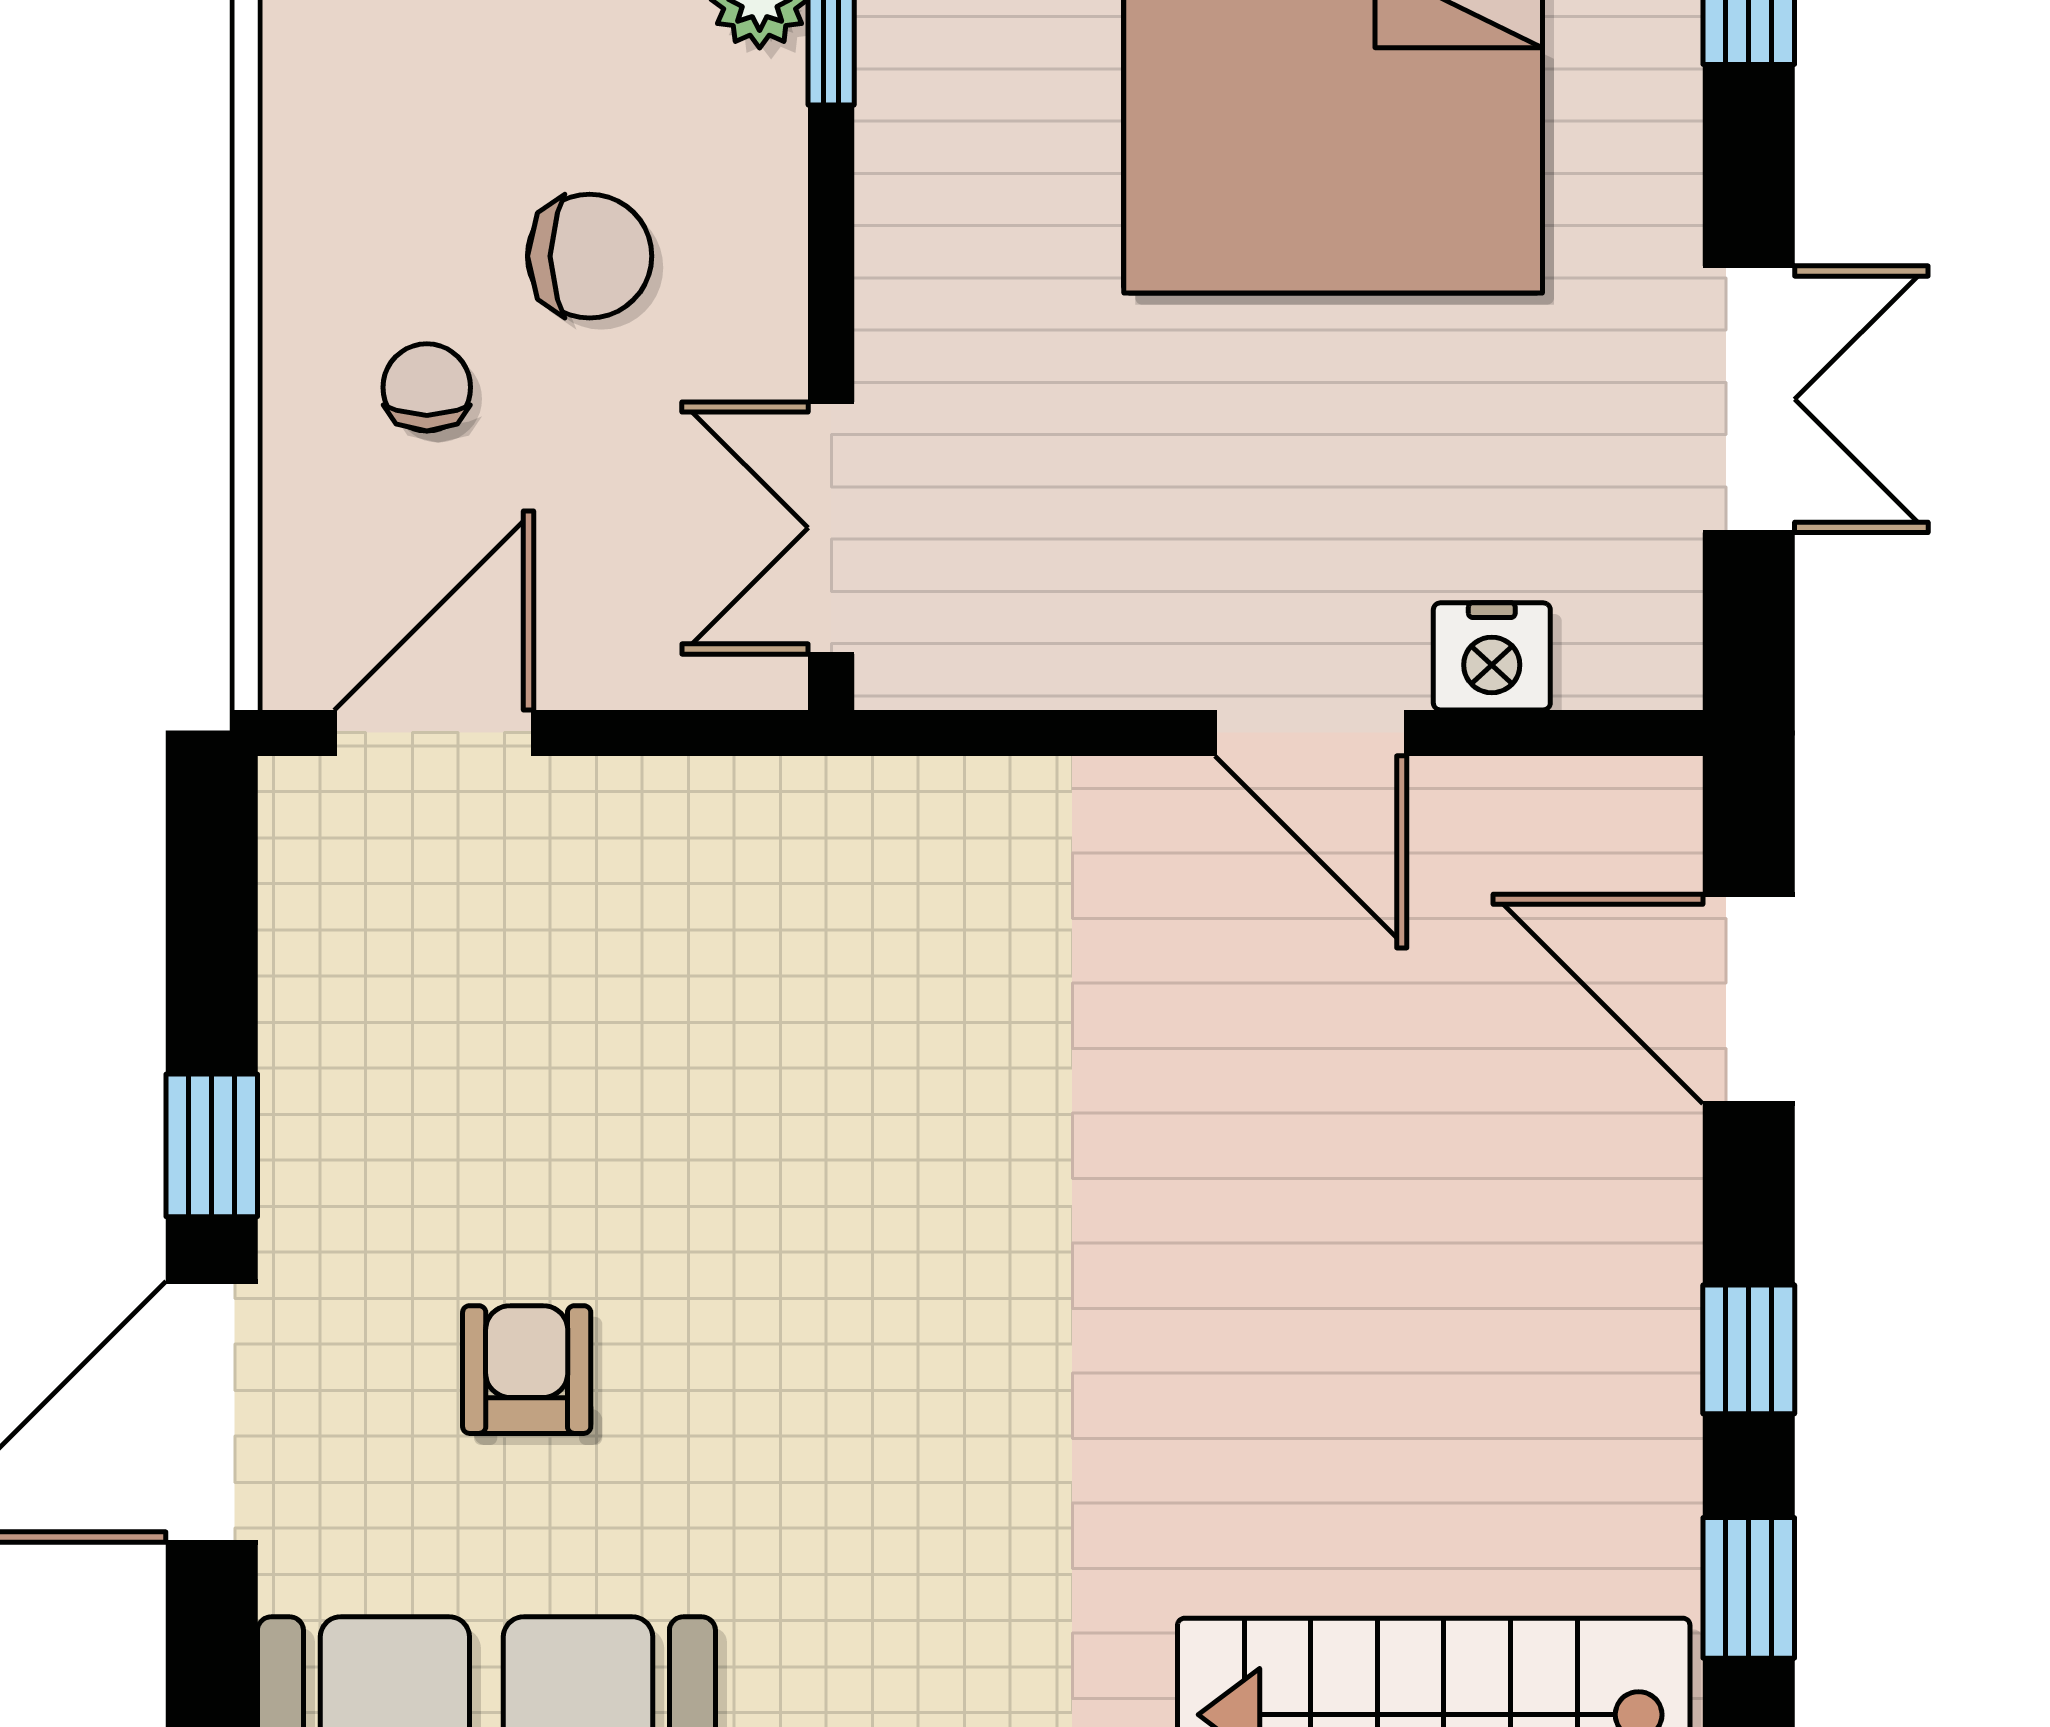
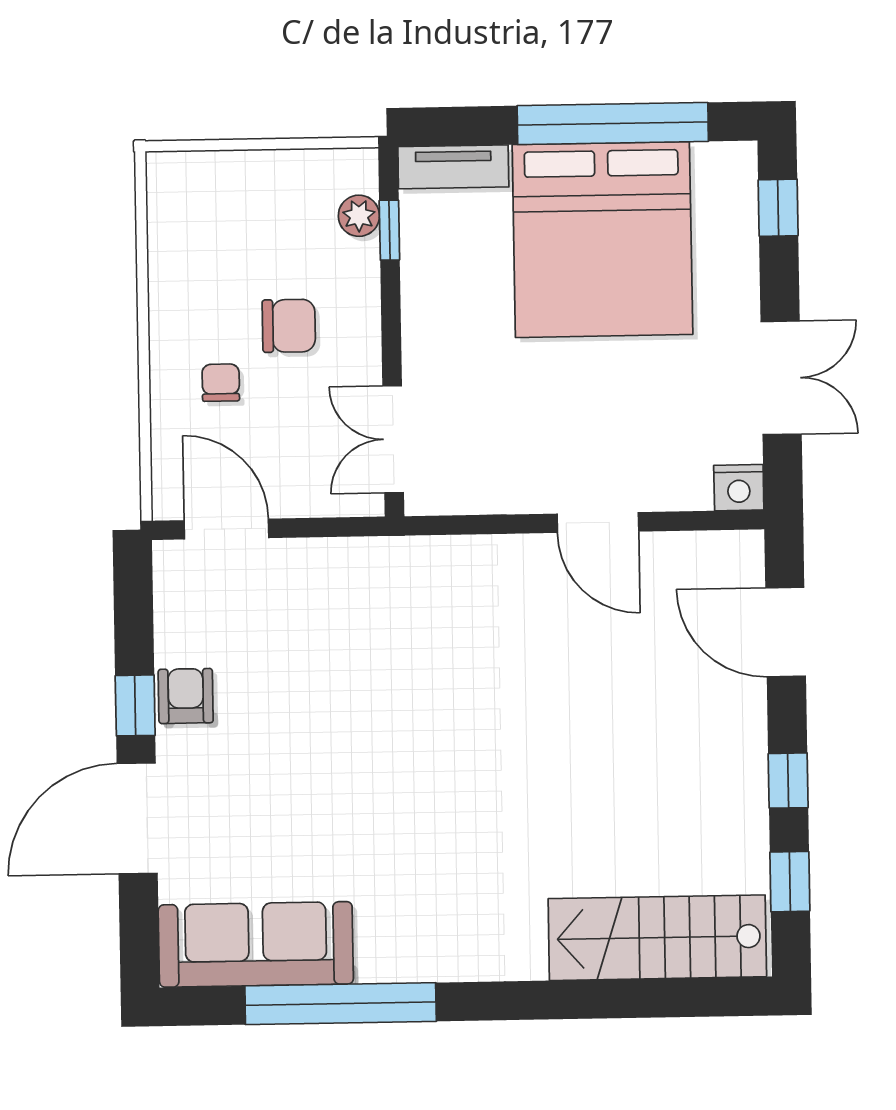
nightstand: (1492, 656) -> (739, 488), moved
door: (434, 733) -> (226, 529), hinge flipped
armchair: (527, 1370) -> (186, 696), moved

